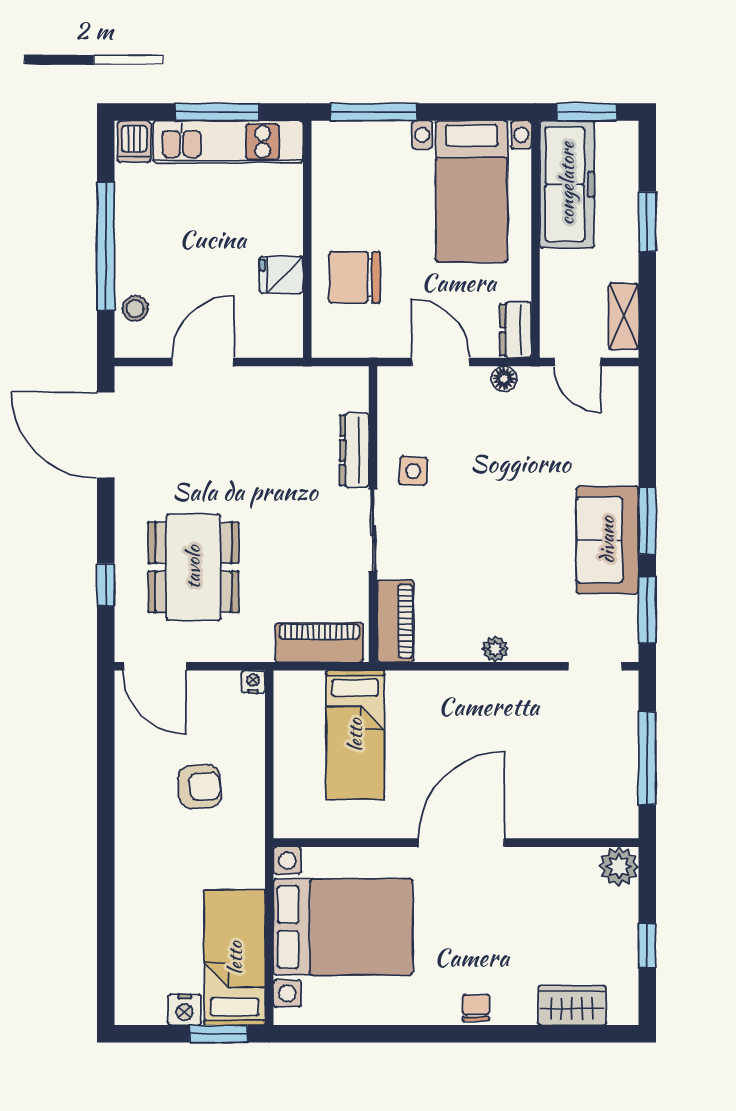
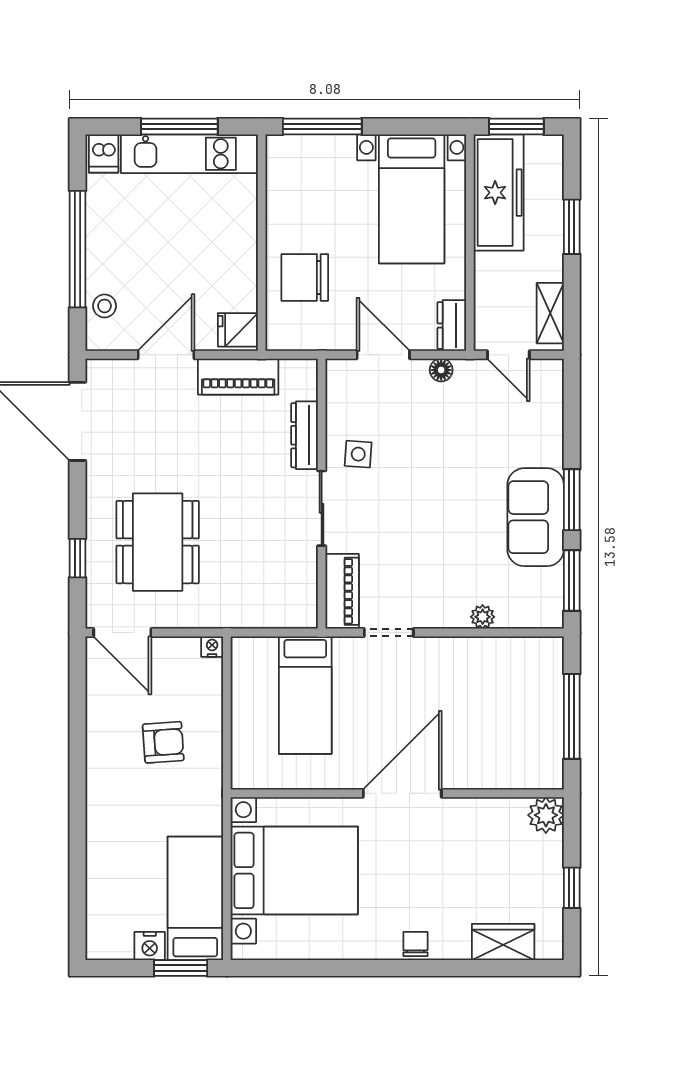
fridge: (281, 275) -> (238, 330), moved
piano: (319, 642) -> (238, 377), moved, turned 180
plant: (495, 649) -> (483, 617), moved
doorway: (595, 666) -> (389, 633), moved

